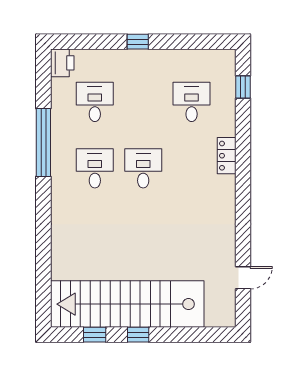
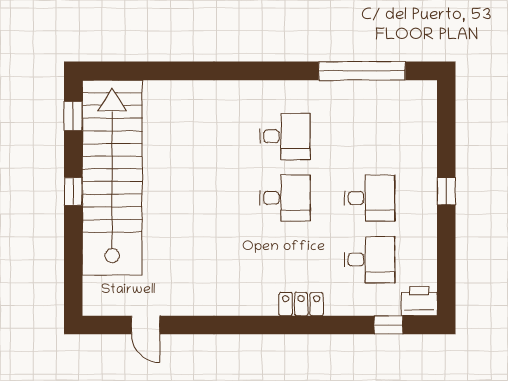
printer: (62, 63) -> (419, 301), moved, turned 180
desk: (95, 102) -> (370, 198), moved
window: (43, 142) -> (362, 71), moved
window: (95, 335) -> (73, 116), moved

